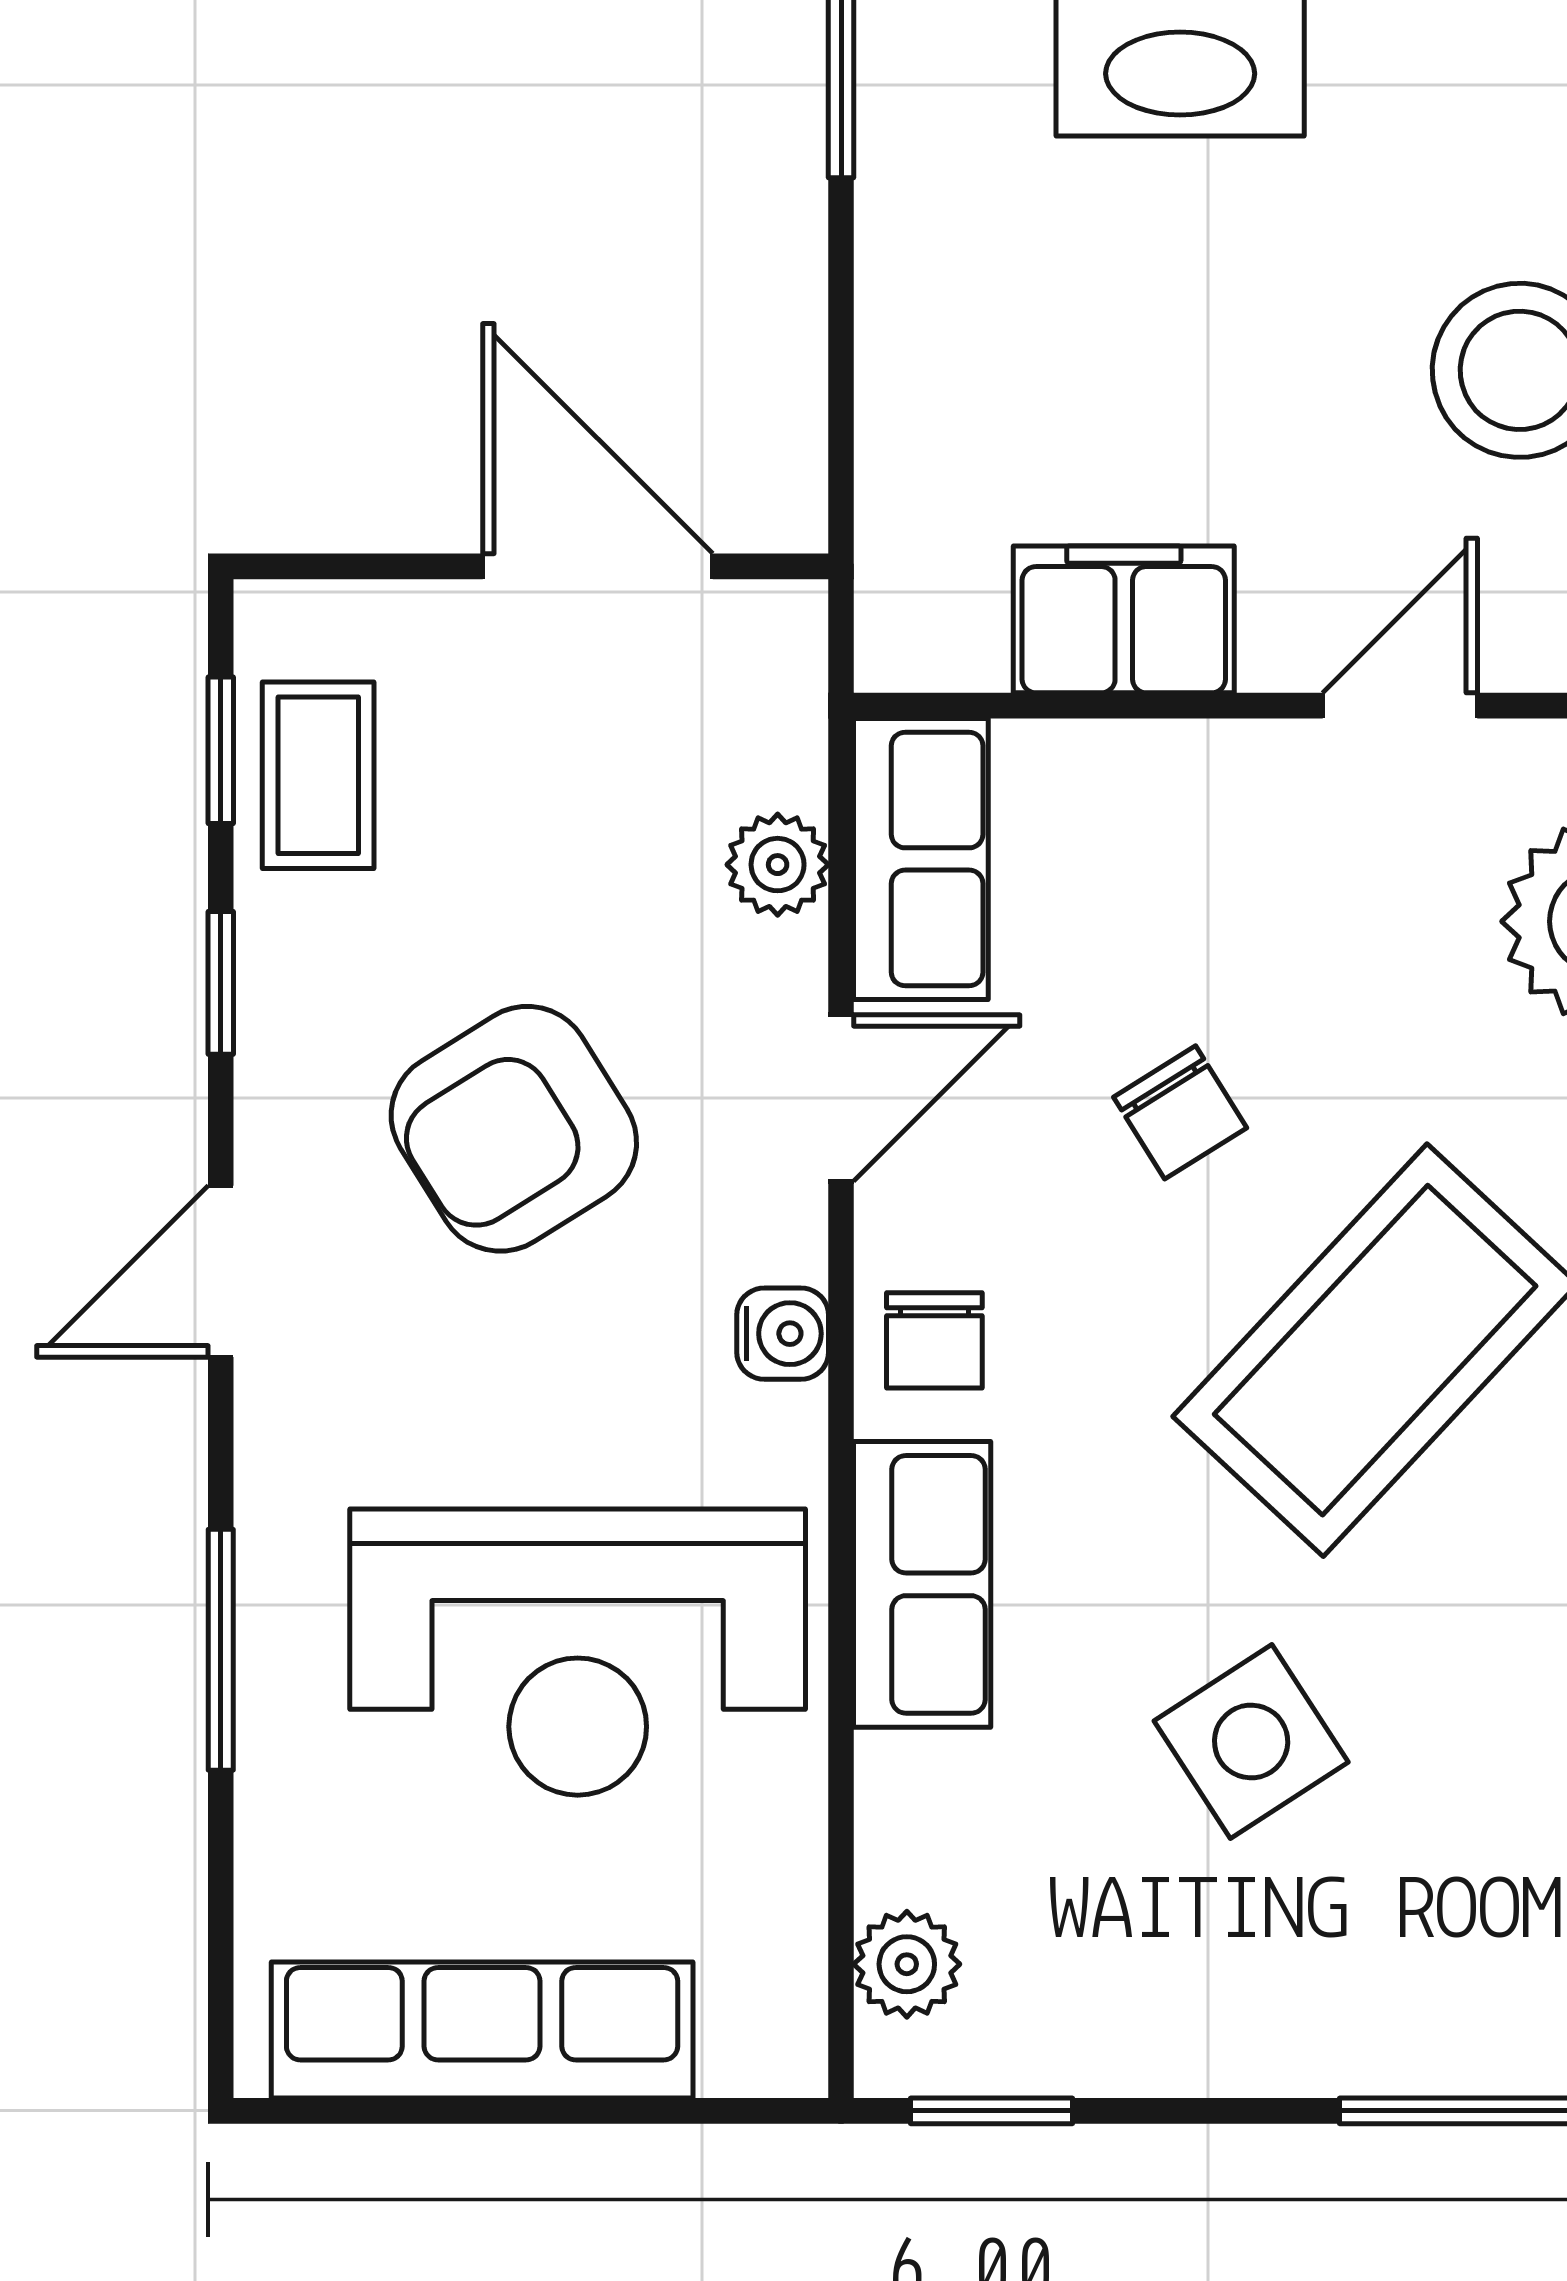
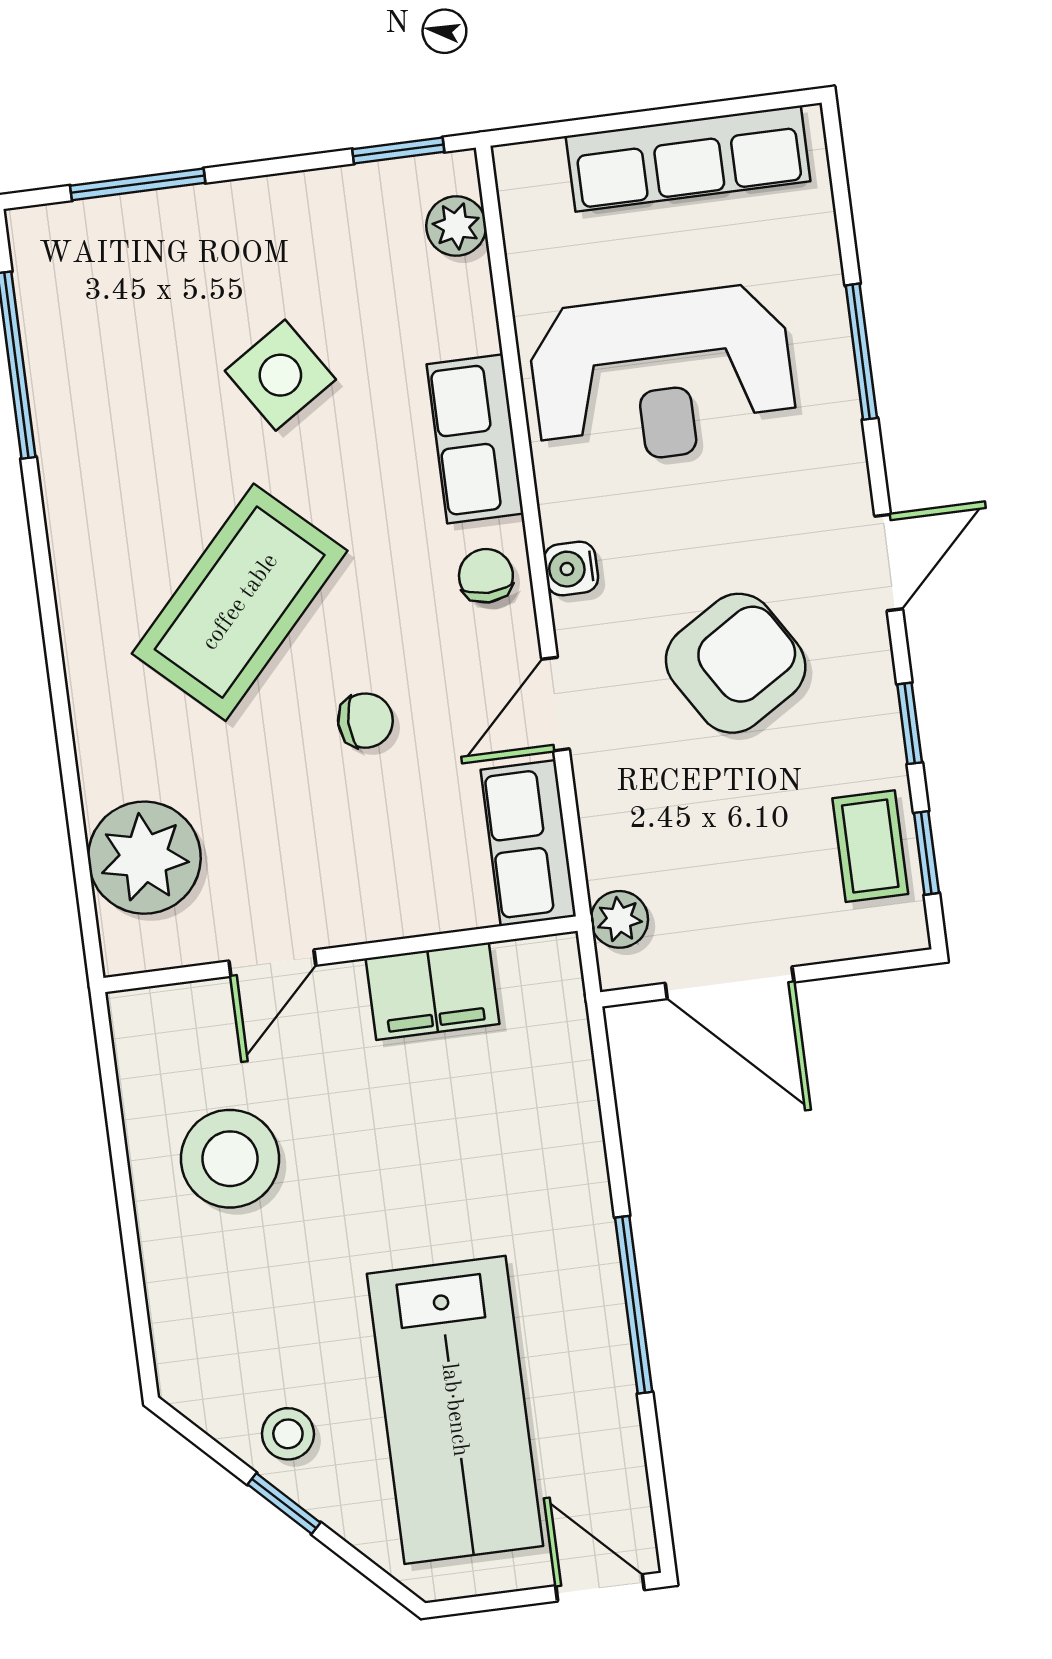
plant: (778, 865) -> (619, 919), moved
chair: (1180, 1112) -> (365, 721), turned 122
reception desk: (578, 1652) -> (662, 376), turned 180

